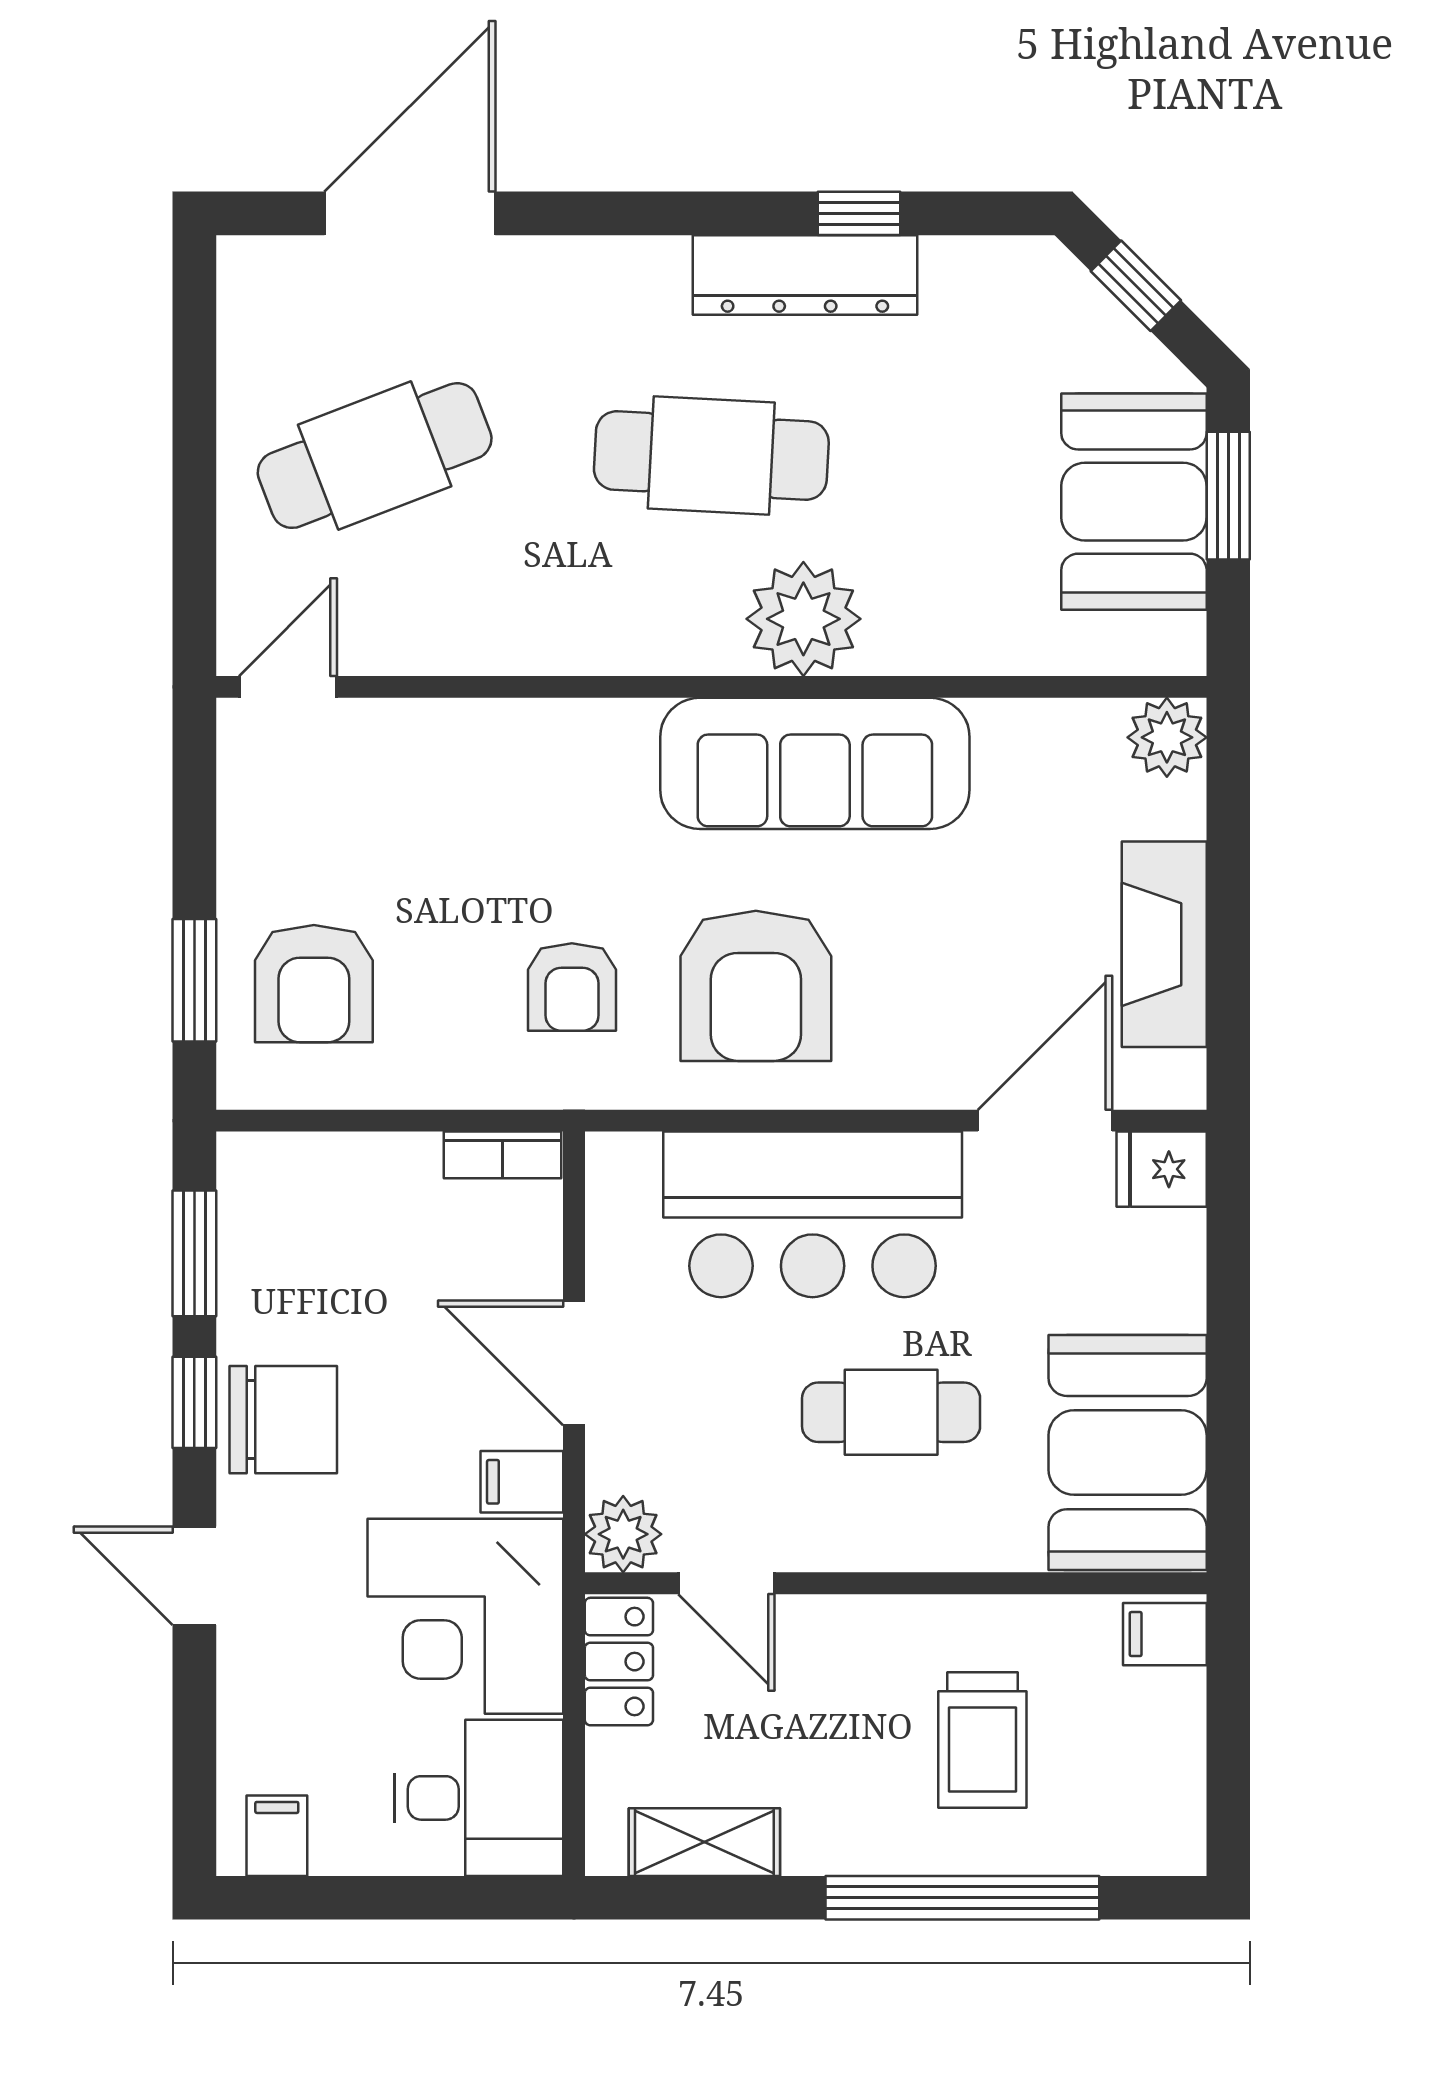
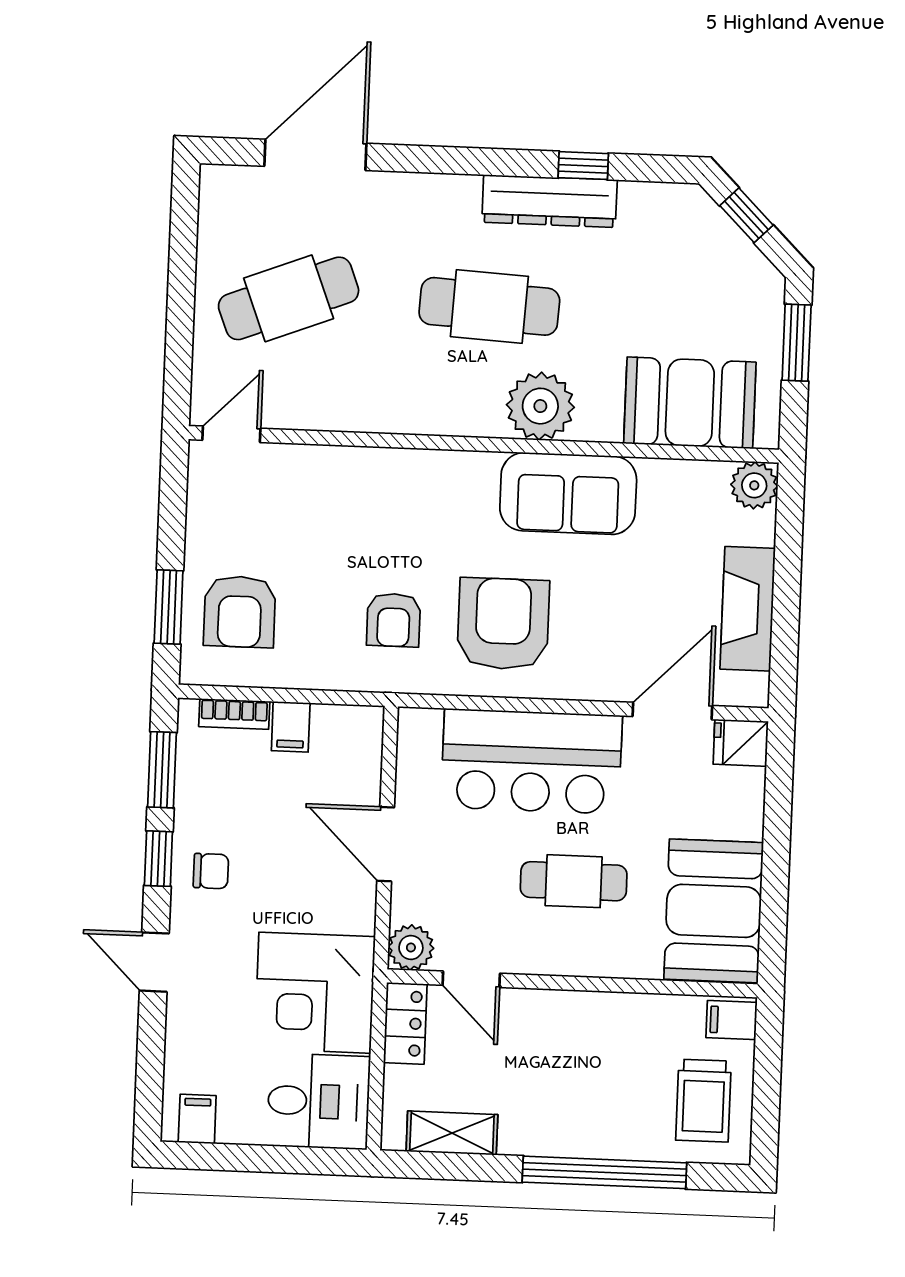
booth: (1134, 502) -> (690, 403), moved, turned 90
sofa: (815, 763) -> (568, 493), width x0.73
armchair: (756, 986) -> (503, 624), turned 180
bookcase: (502, 1155) -> (234, 714), moved
chair: (283, 1420) -> (211, 871), width x0.54, depth x0.54
filing cabinet: (522, 1482) -> (291, 727), moved, turned -90
trolley: (982, 1740) -> (703, 1101), moved

